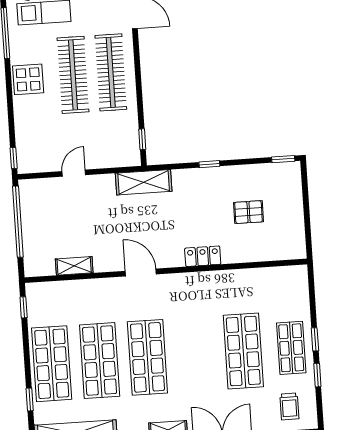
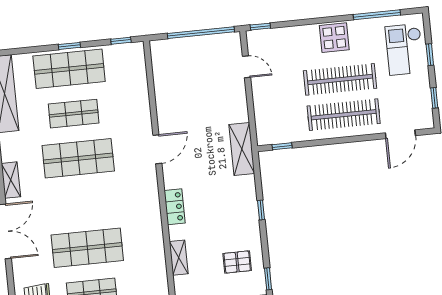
door: (74, 173) -> (246, 67), moved
pallet: (248, 212) -> (237, 262), moved, turned 90
shelving: (74, 266) -> (179, 258), moved
shop shelf: (100, 361) -> (74, 114), width x0.70, depth x0.74
window: (30, 399) -> (69, 46), moved

